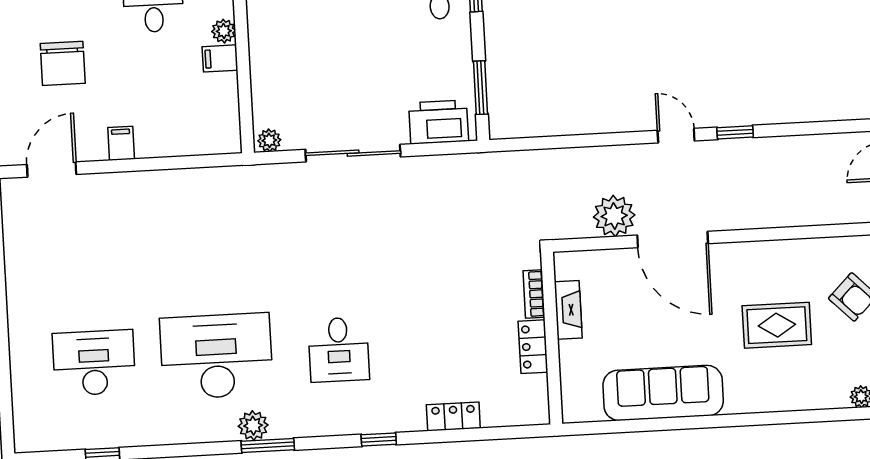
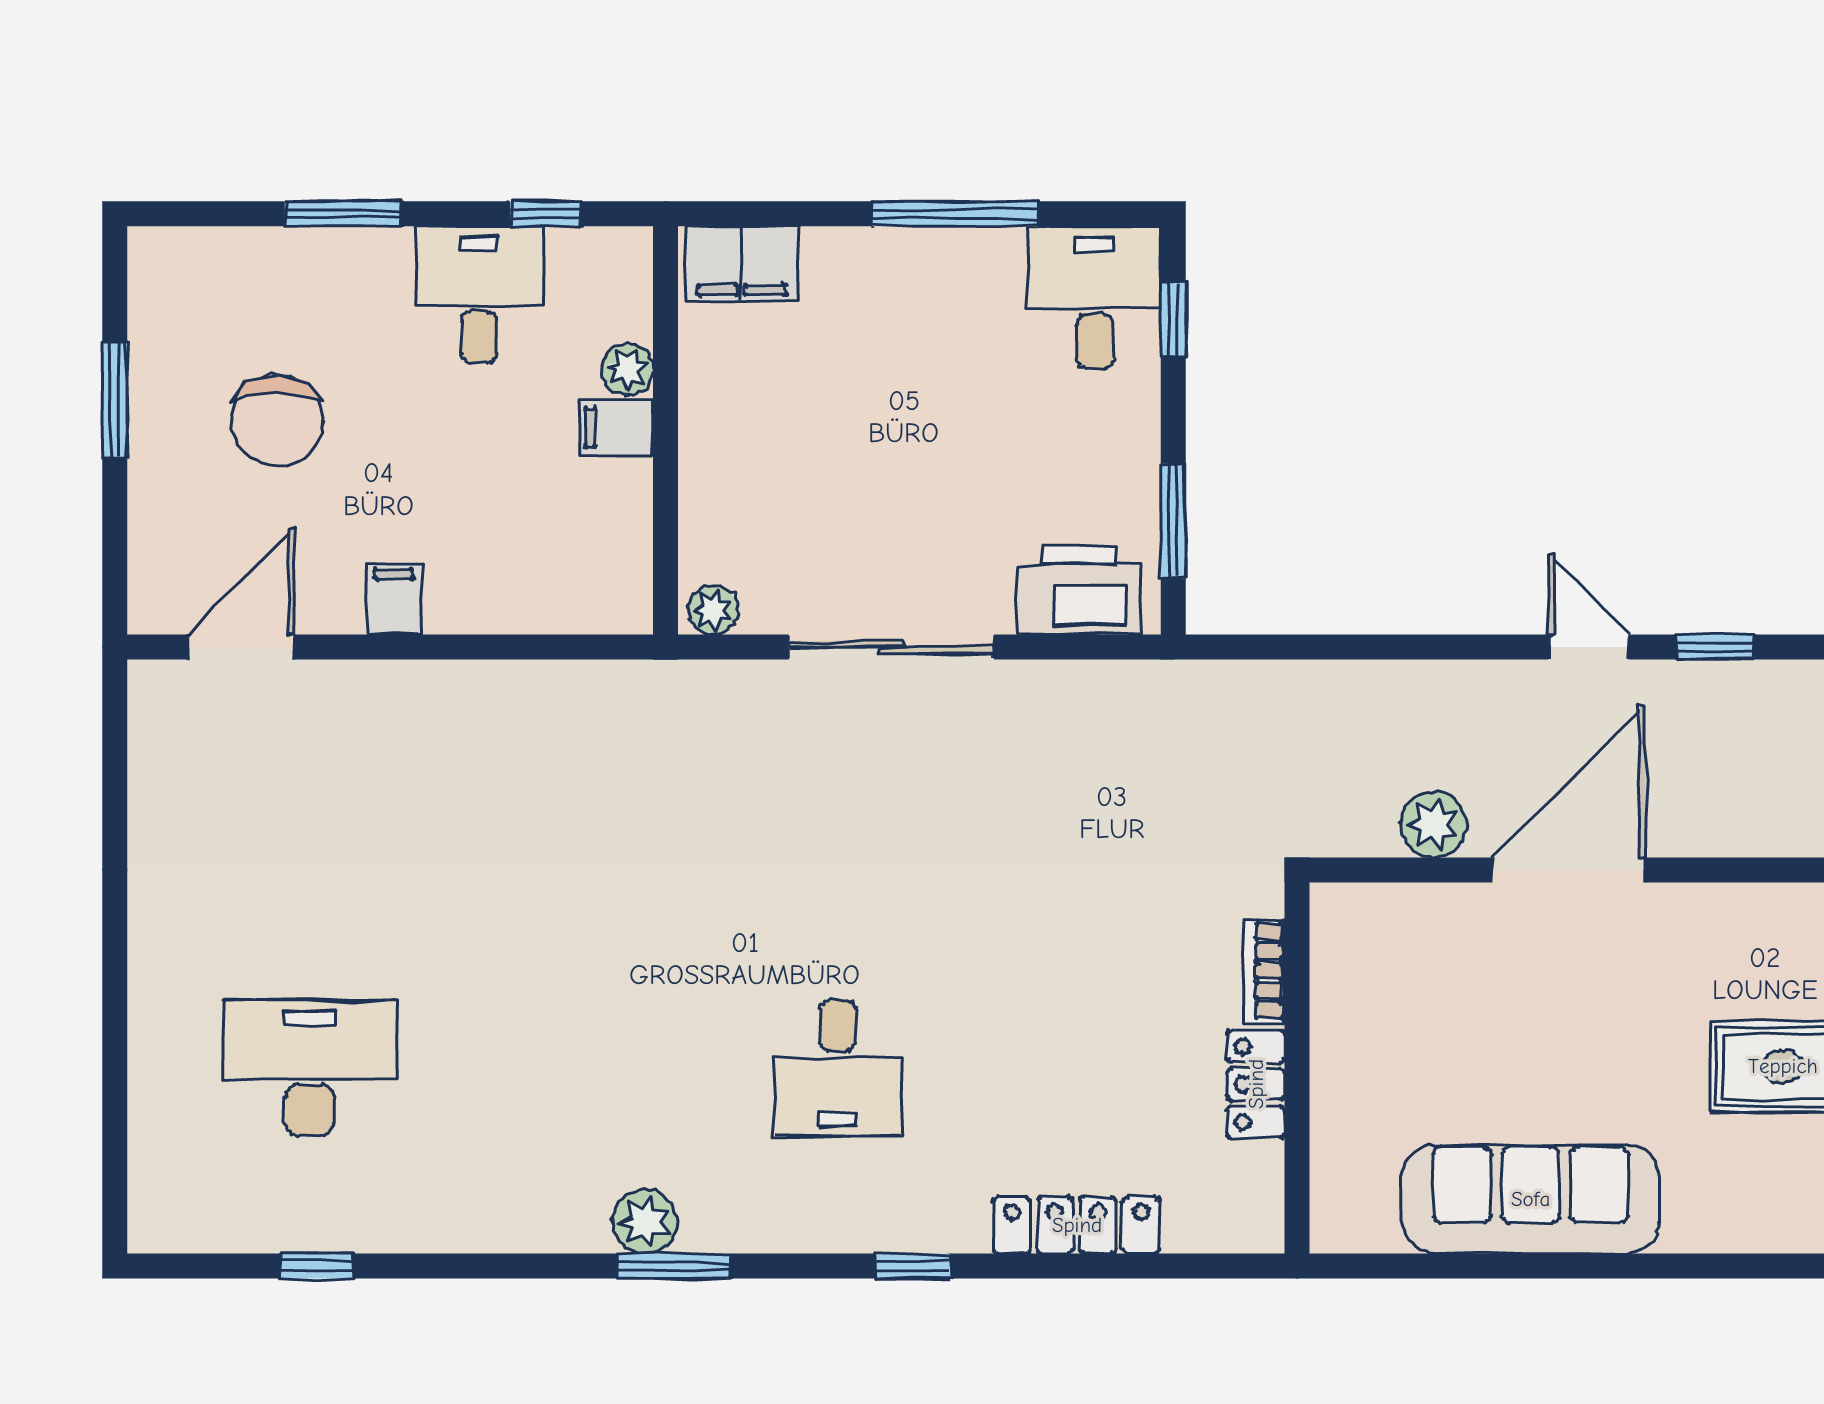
plant: (614, 216) -> (1434, 825), width x0.73, depth x0.73
door: (673, 239) -> (1569, 870), swing flipped
fireplace: (568, 310) -> (1336, 1009), removed
desk: (216, 356) -> (574, 1068), removed
locker: (453, 416) -> (1077, 1225), width x1.53

